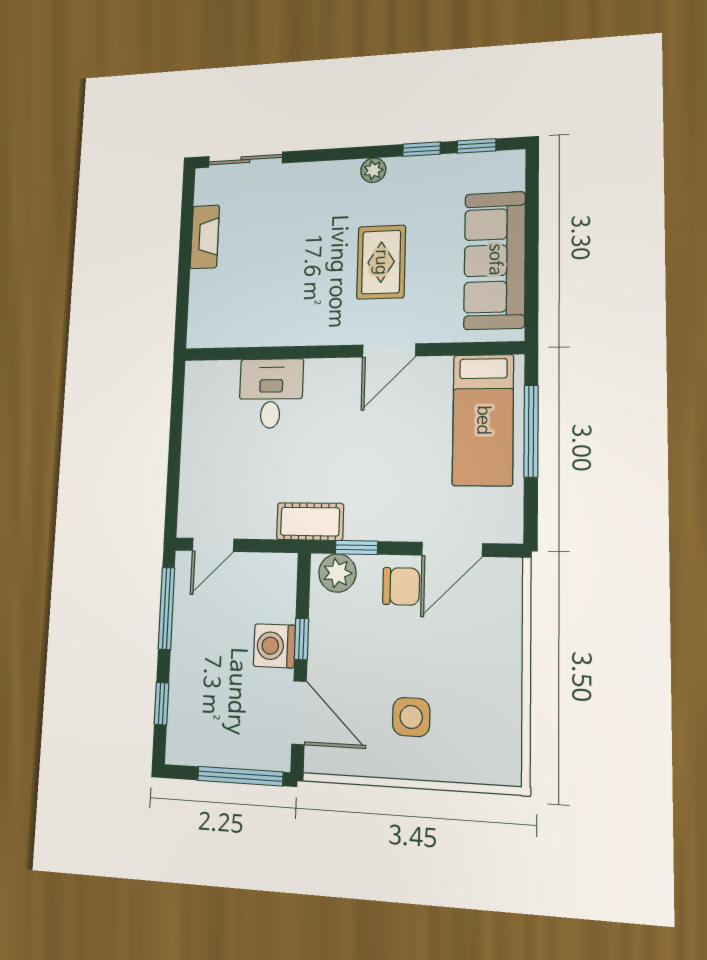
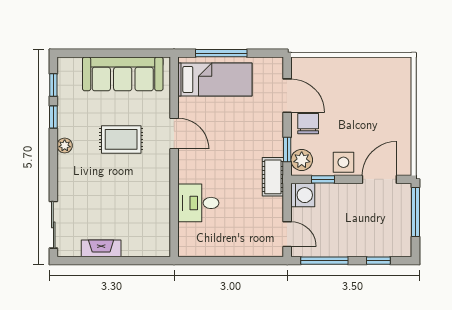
window: (302, 639) -> (323, 179), moved
washing machine: (274, 646) -> (303, 195), moved, turned -90
side table: (411, 717) -> (343, 162), moved

